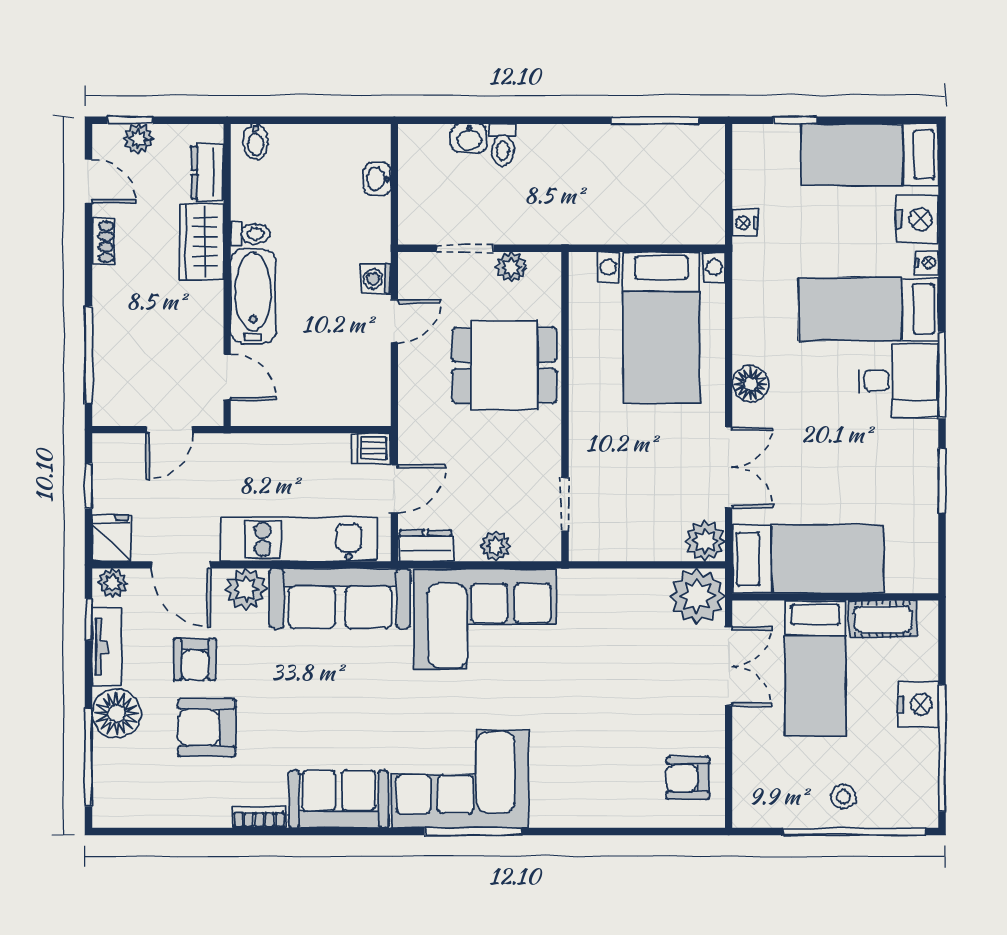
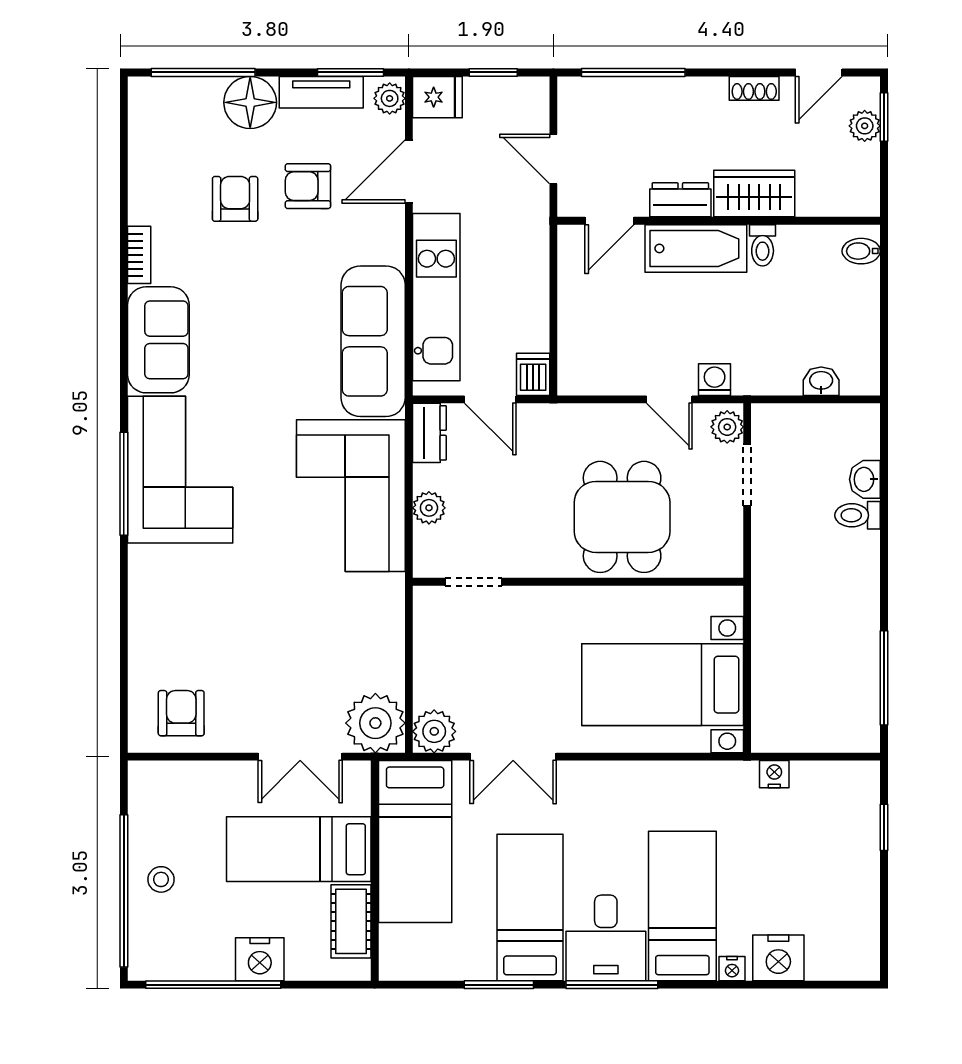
bed: (870, 155) -> (530, 908), moved
dresser: (208, 172) -> (680, 200), moved
plant: (511, 267) -> (727, 427), moved
floor lamp: (750, 384) -> (602, 780), removed
plant: (246, 589) -> (383, 241), removed
window: (88, 619) -> (351, 72), width x1.50
armchair: (207, 728) -> (235, 199), width x0.72, depth x0.72

